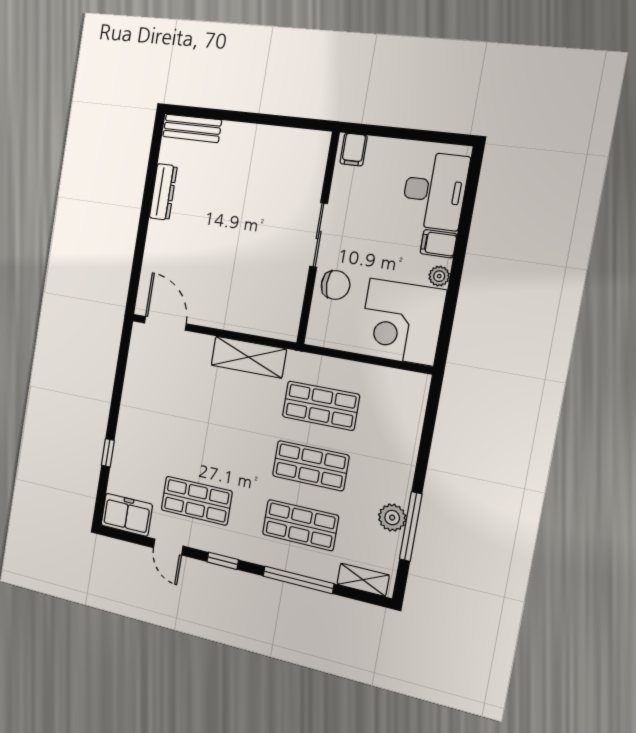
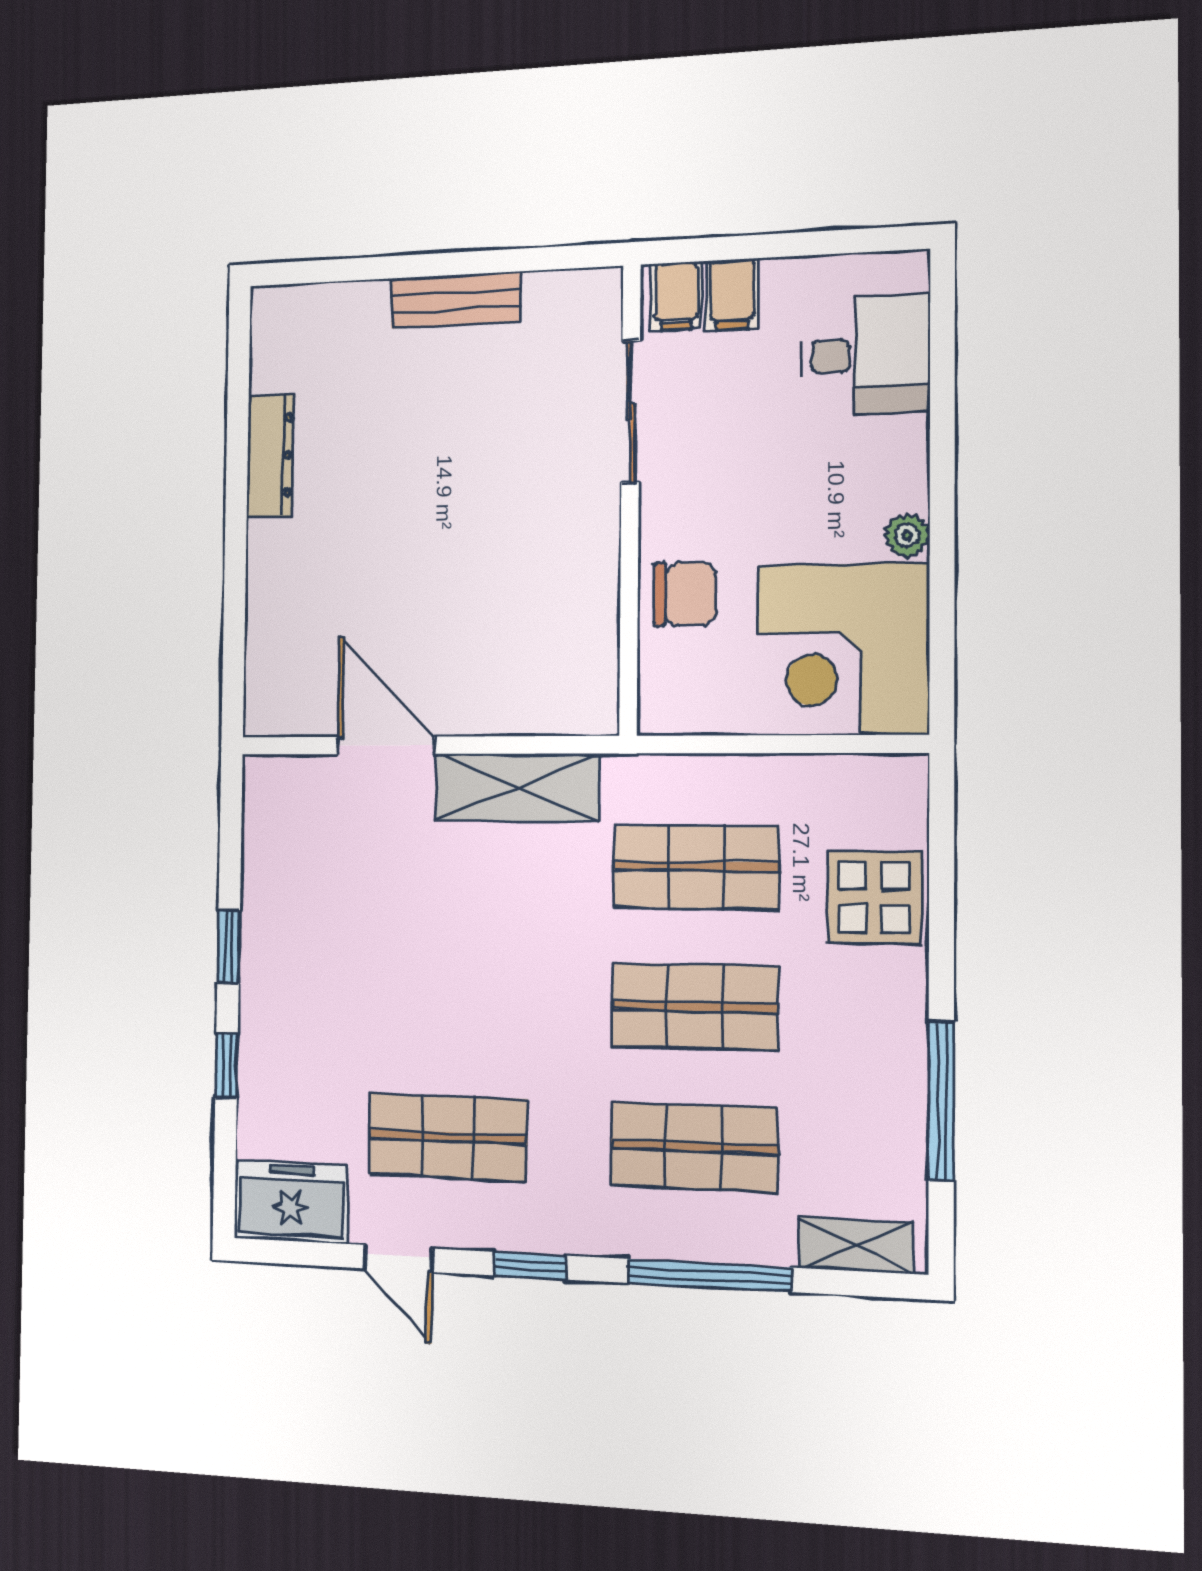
bench: (192, 128) -> (456, 300), moved
desk: (435, 191) -> (865, 355), width x0.73
sliding door: (319, 235) -> (631, 412), moved
filing cabinet: (438, 244) -> (732, 294), moved, turned -90
door: (165, 323) -> (385, 745), moved
window: (116, 403) -> (229, 947), added
display table: (397, 433) -> (874, 897), added
plant: (392, 518) -> (897, 1089), removed

